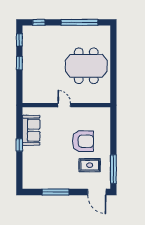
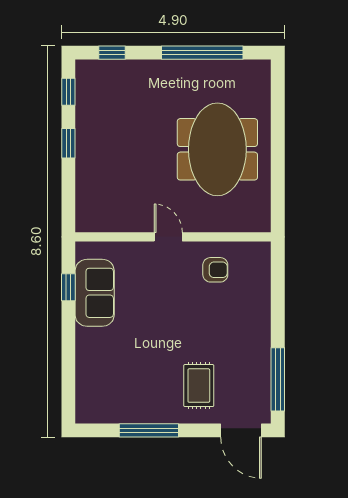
meeting table: (86, 66) -> (217, 149), turned 90
armchair: (83, 141) -> (215, 270), moved, width x0.53, depth x0.53
window: (19, 145) -> (68, 287), moved
rug: (90, 165) -> (199, 386), moved, turned 90

